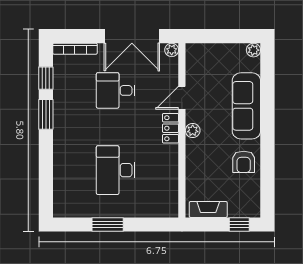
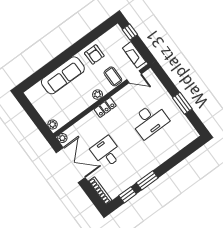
plant: (253, 50) -> (53, 124), moved
desk: (116, 90) -> (106, 152), turned 180
door: (182, 98) -> (134, 77), moved
armchair: (244, 162) -> (94, 55), turned 90
coffee table: (201, 165) -> (113, 76), added

